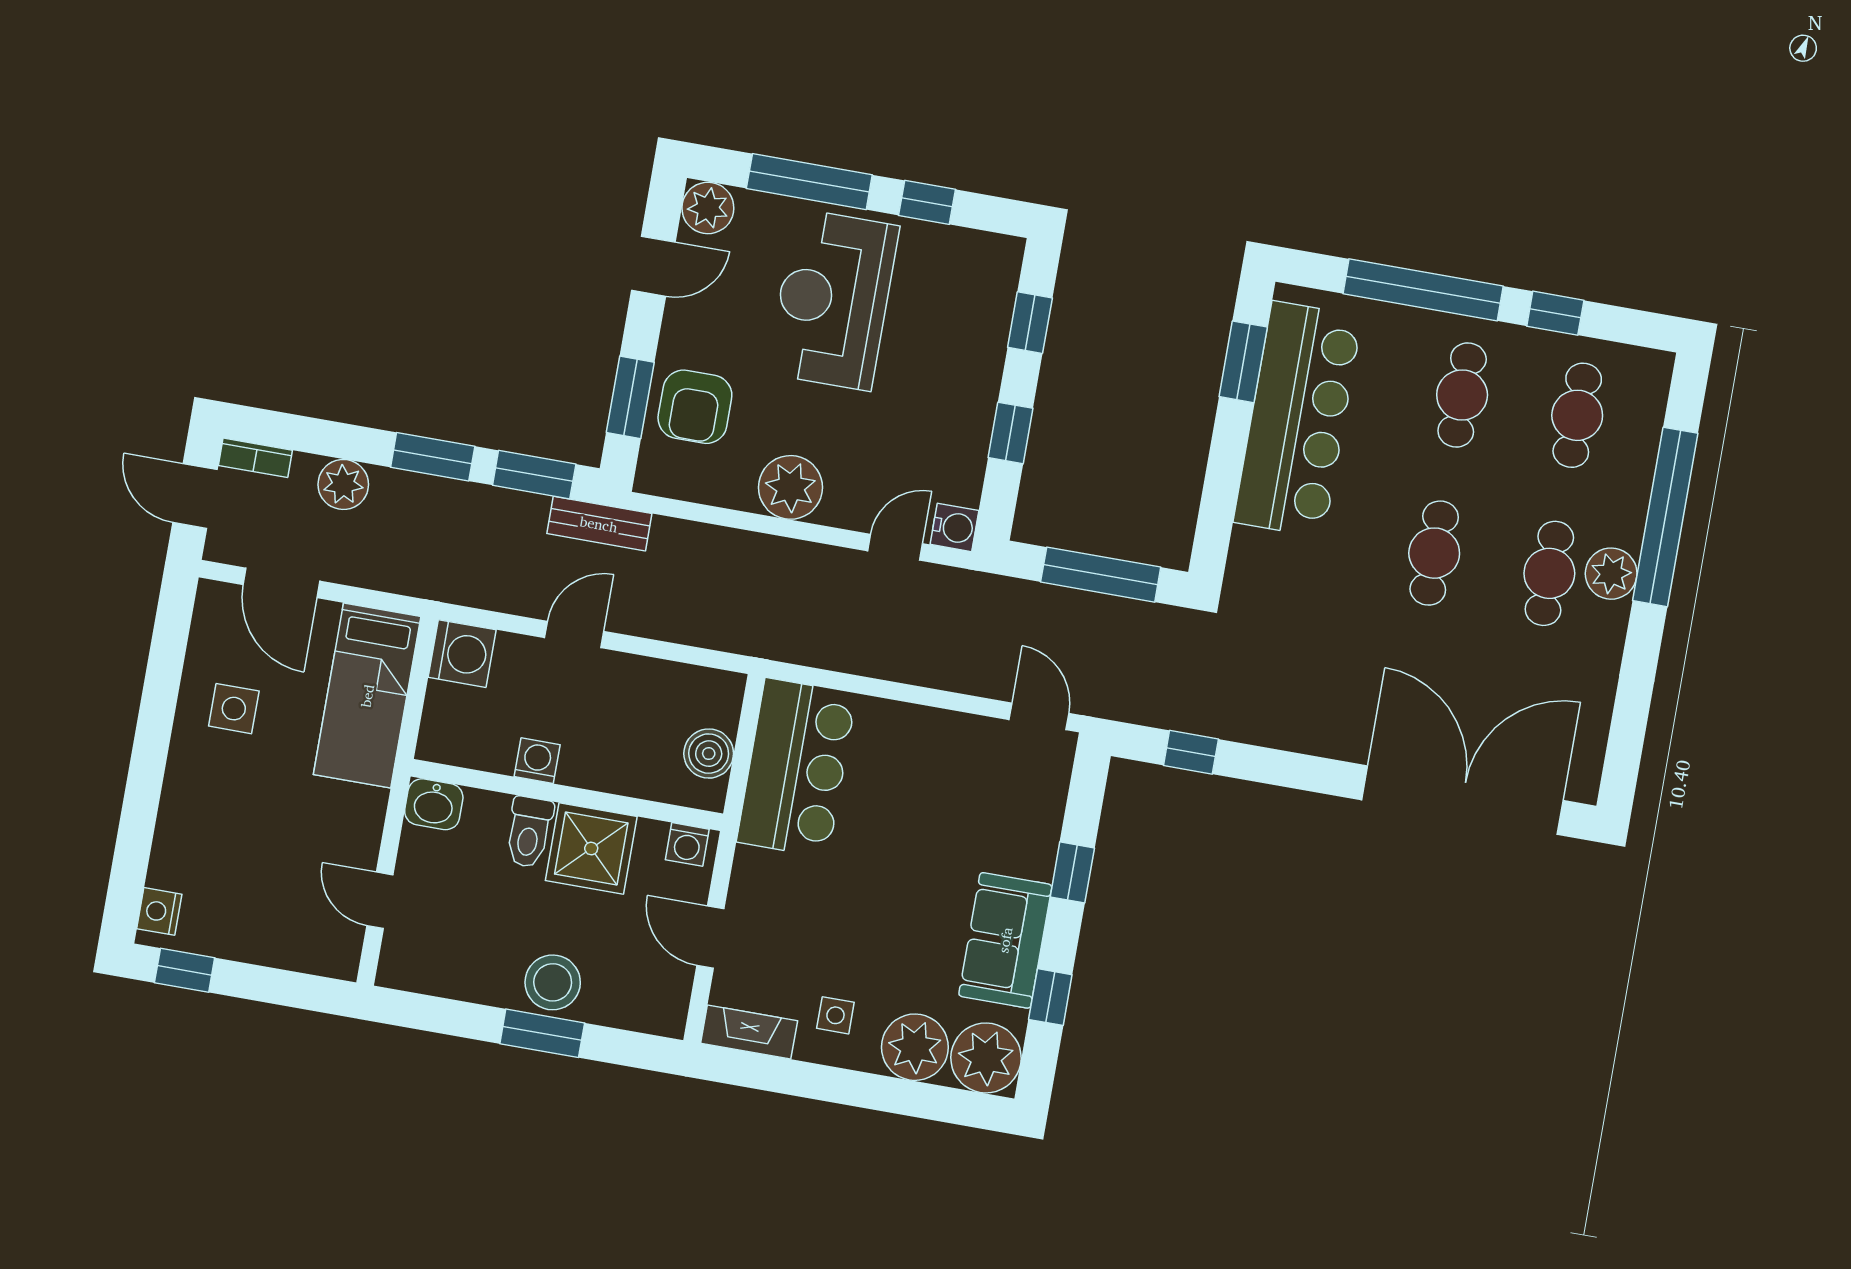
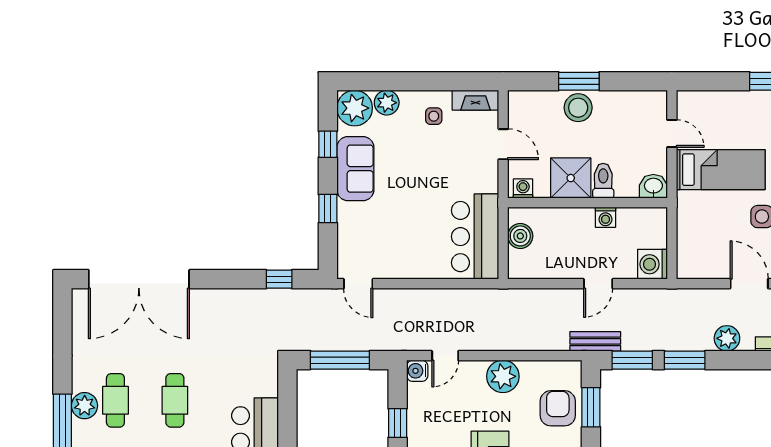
bed: (367, 696) -> (721, 170), moved, turned 90
plant: (915, 1047) -> (387, 103), width x0.73, depth x0.73

